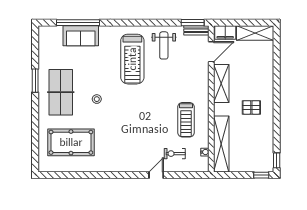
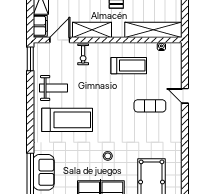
bench: (196, 30) -> (38, 55), removed
door: (211, 52) -> (60, 40), hinge flipped
exercise mat: (146, 141) -> (150, 106), added
exercise bike: (175, 154) -> (83, 54), moved

